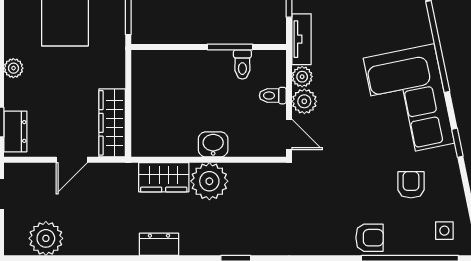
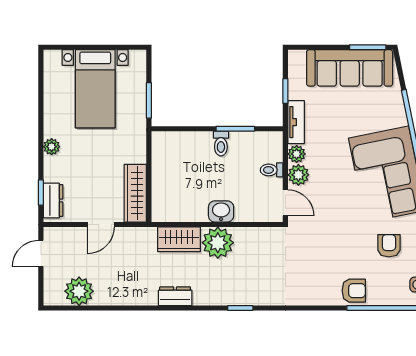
toilet: (242, 64) -> (221, 144), moved

